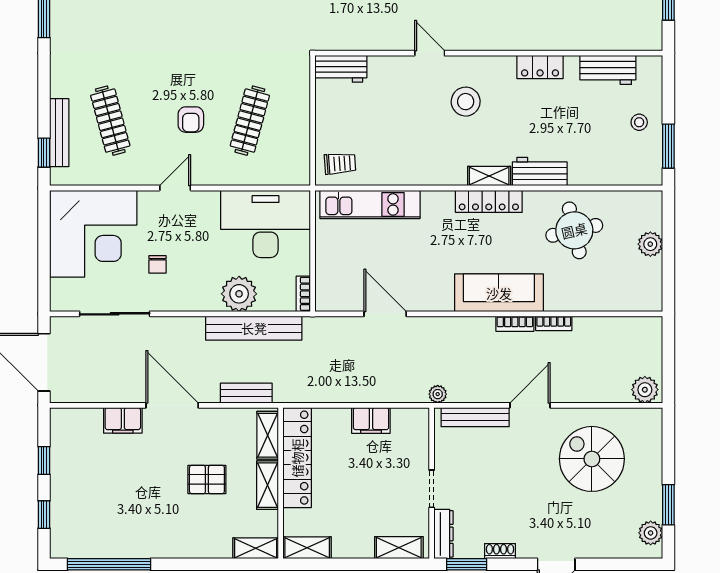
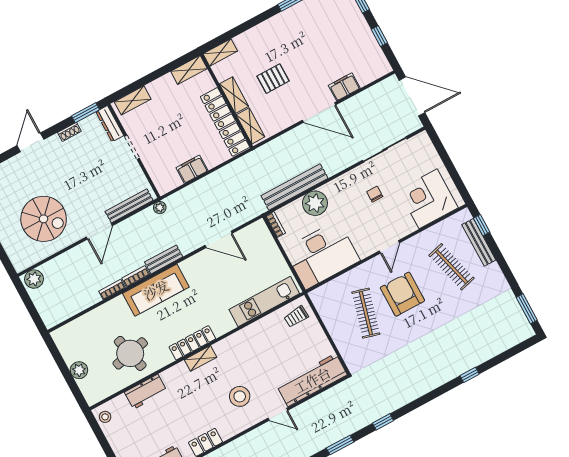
workbench: (341, 69) -> (312, 380), width x1.88, depth x1.32
armchair: (191, 120) -> (402, 294), width x1.88, depth x1.88
stool: (639, 122) -> (105, 417), moved
window: (668, 146) -> (100, 436), removed
workbench: (540, 172) -> (146, 392), moved
corner desk: (93, 234) -> (428, 199), width x0.74, depth x0.74
bench: (246, 393) -> (164, 259), moved

